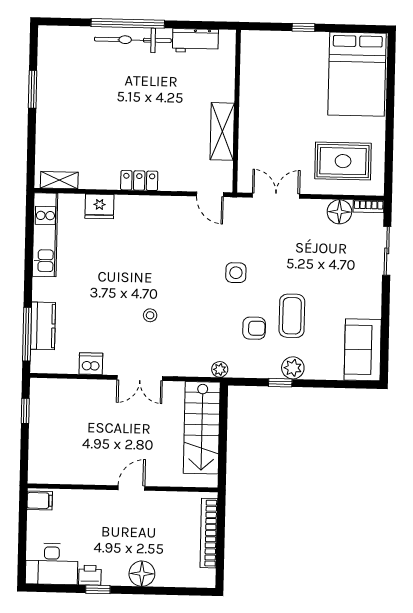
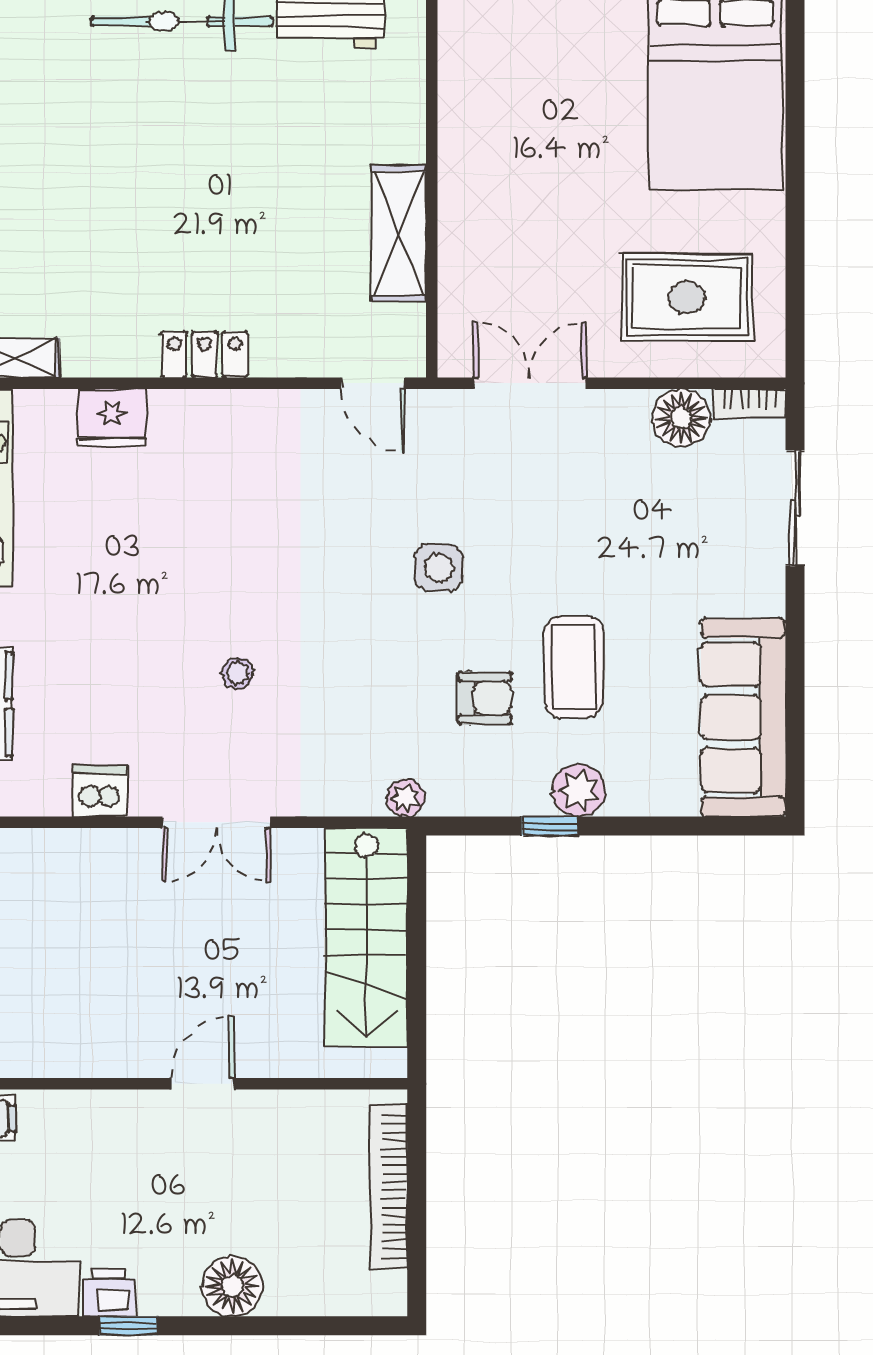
sofa: (363, 350) -> (743, 717), width x1.36

